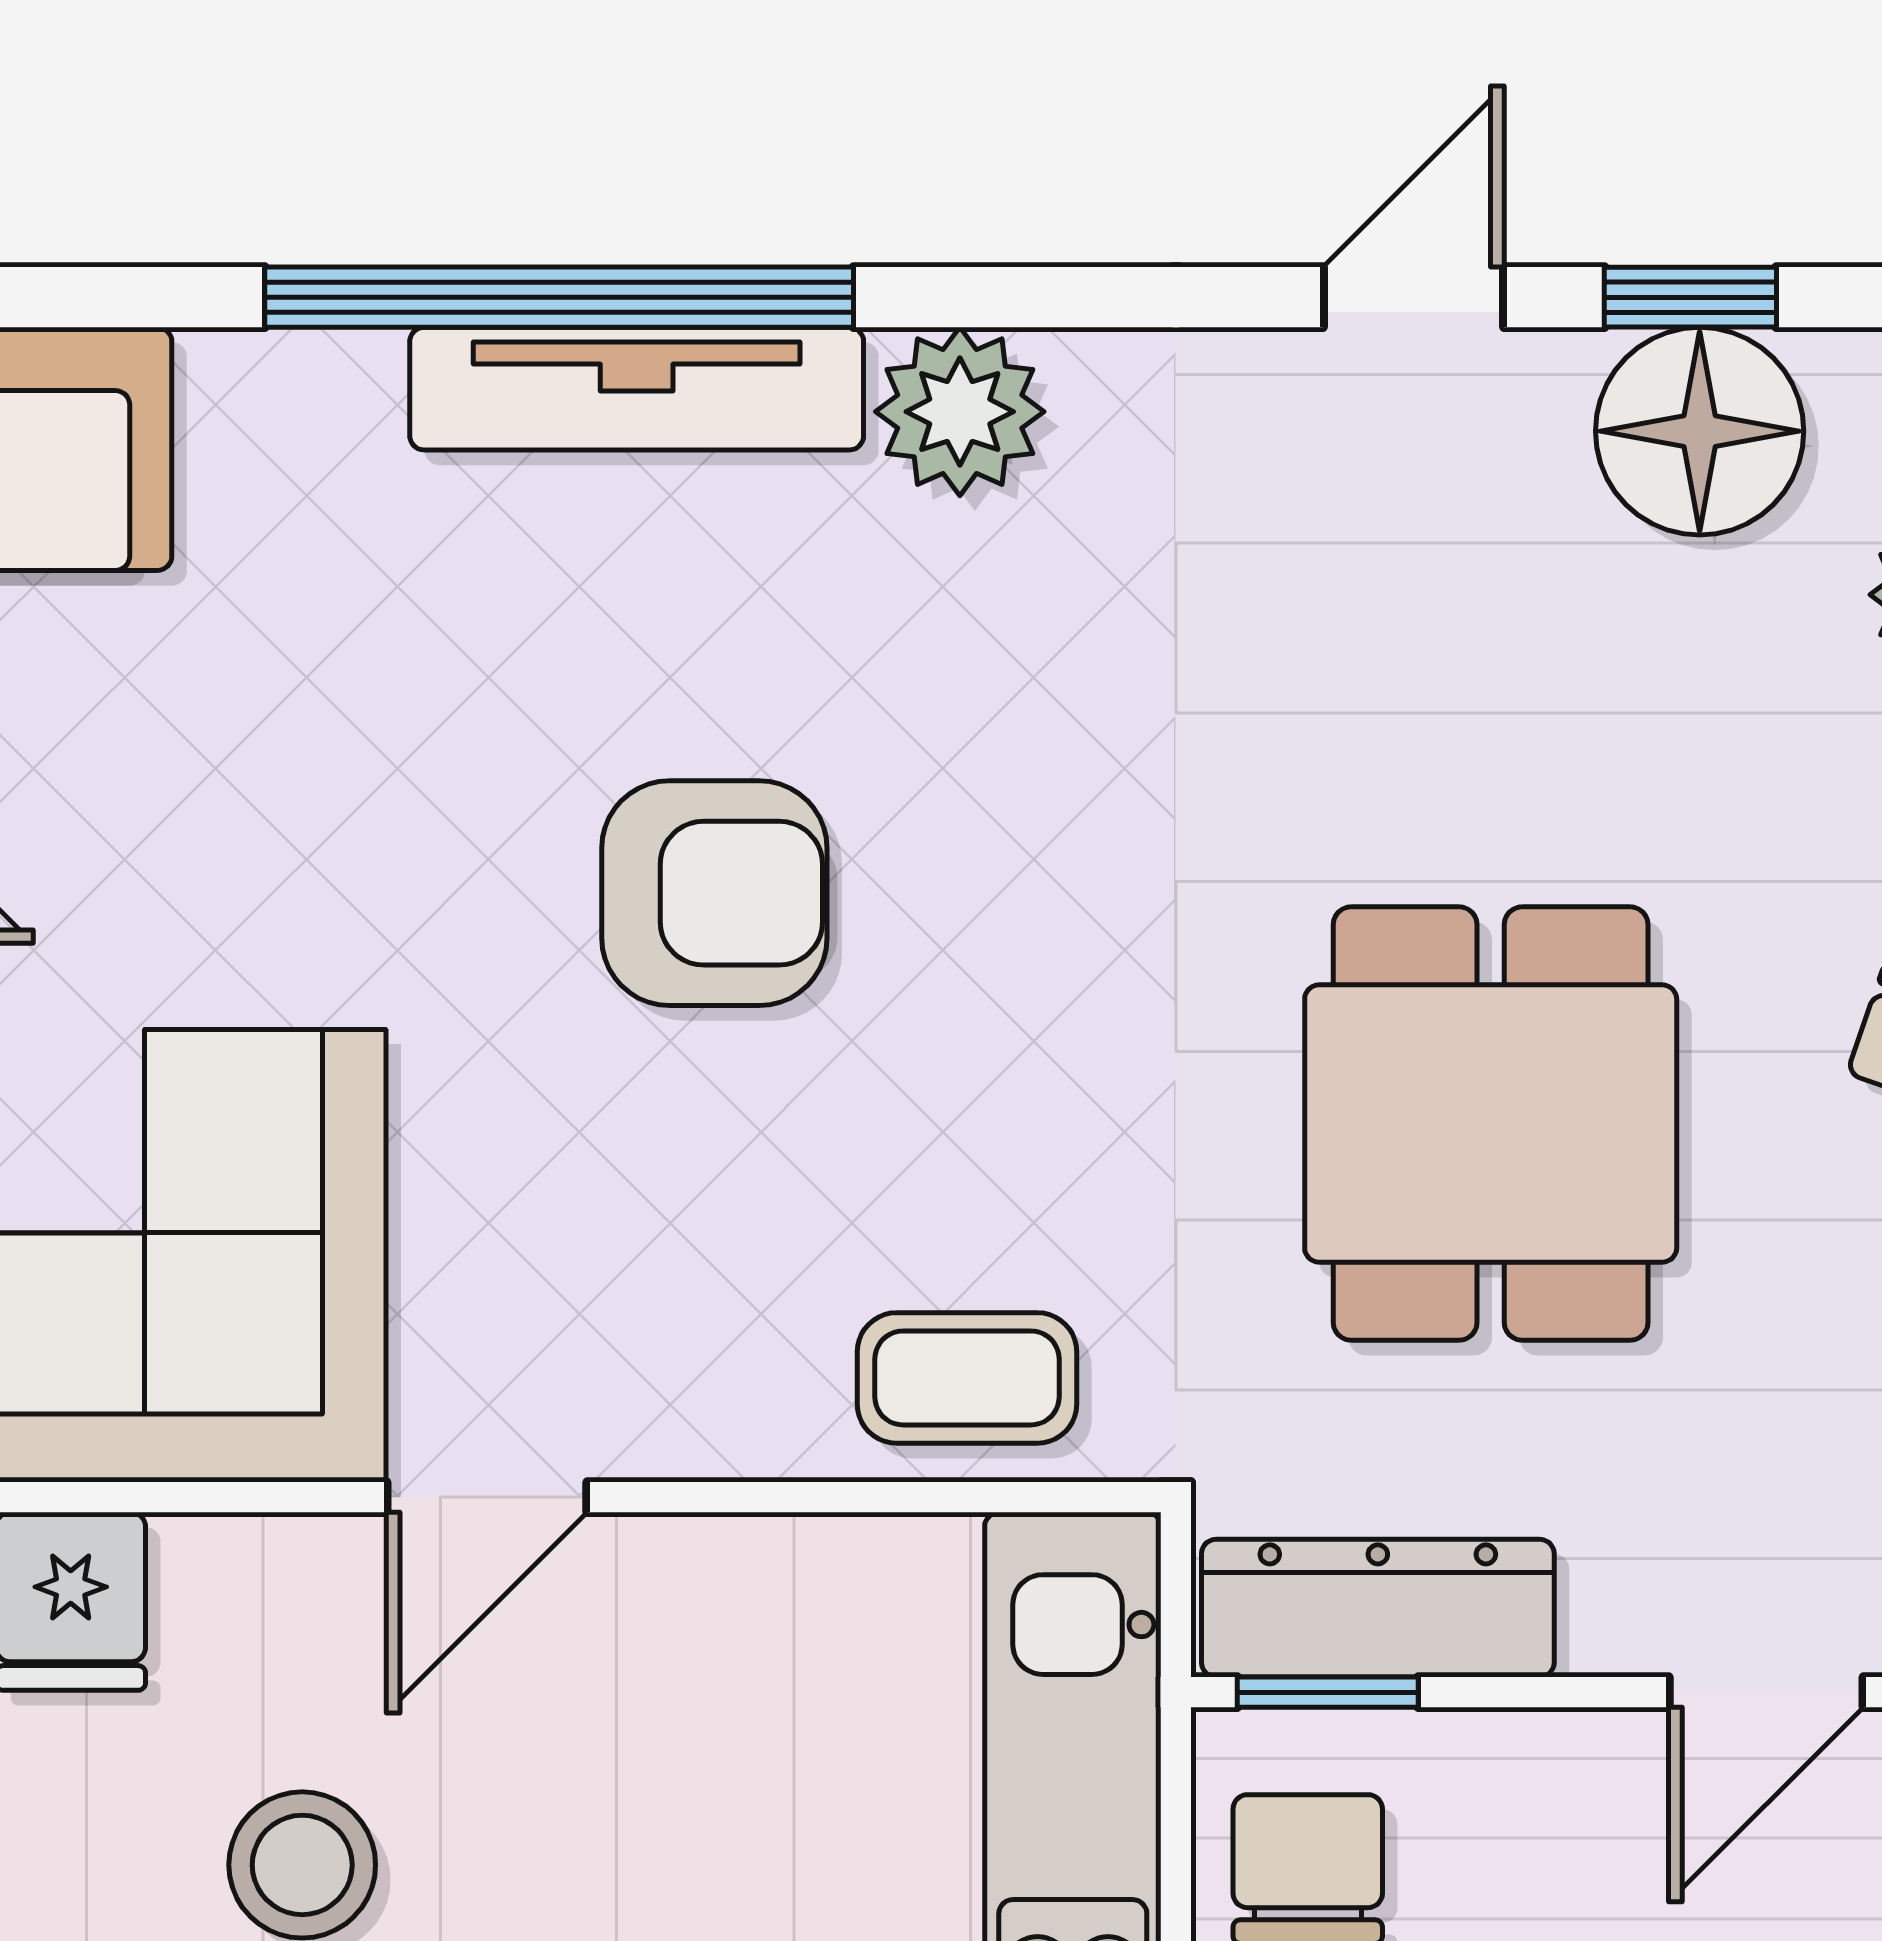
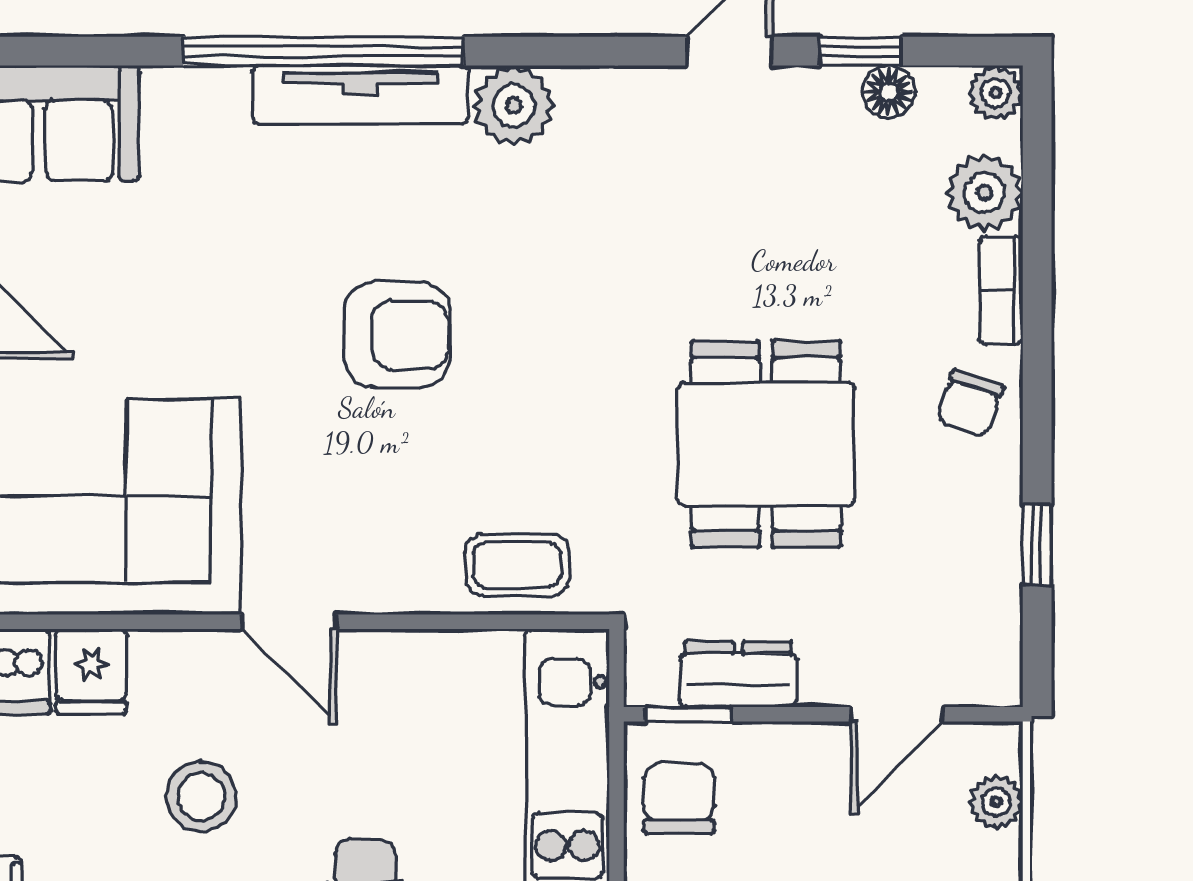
floor lamp: (1700, 431) -> (889, 92), width x0.53, depth x0.53
door: (487, 1497) -> (289, 622), hinge flipped
dresser: (1378, 1608) -> (738, 674), width x0.70

